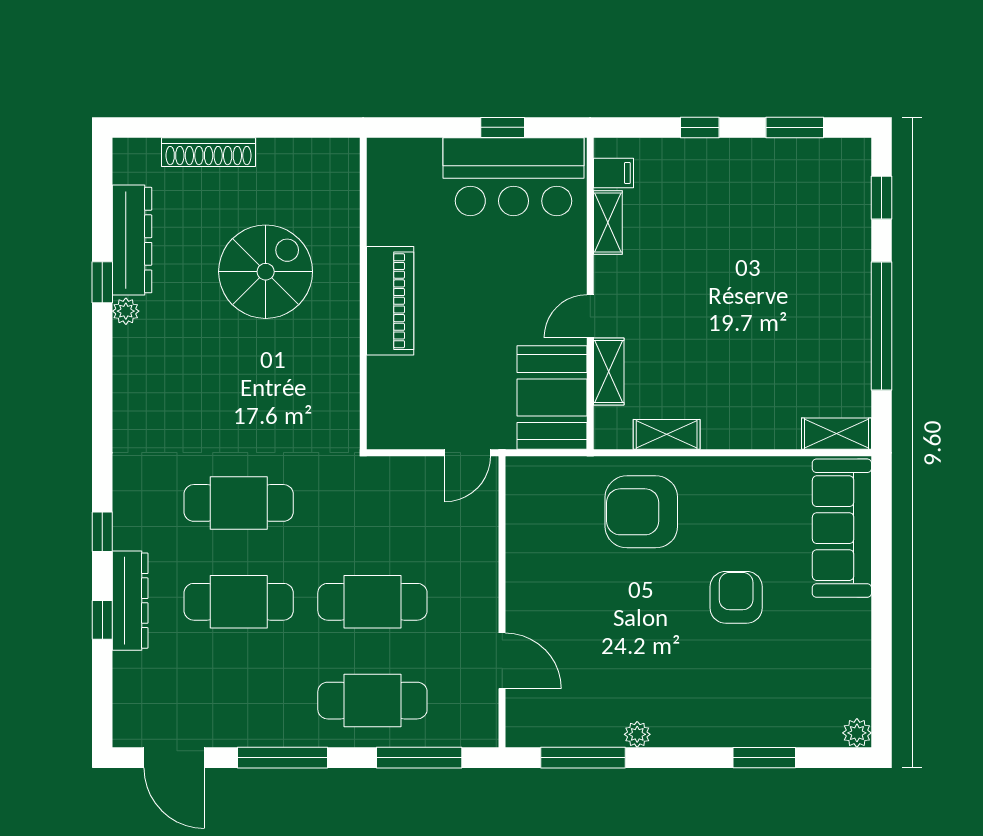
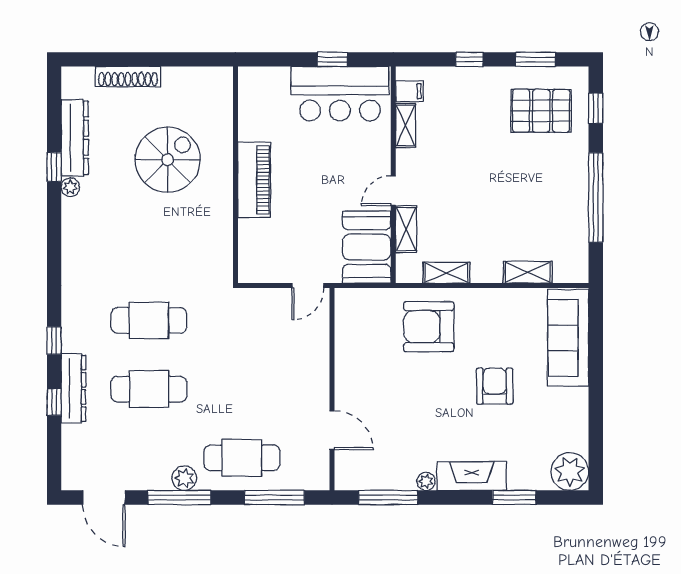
pallet: (803, 201) -> (541, 111), added
shelving: (837, 434) -> (528, 272), moved
cafe table: (372, 602) -> (242, 389), removed
fireplace: (703, 727) -> (472, 476), added
plant: (290, 730) -> (184, 478), added
plant: (857, 733) -> (570, 472), width x1.87, depth x1.87

